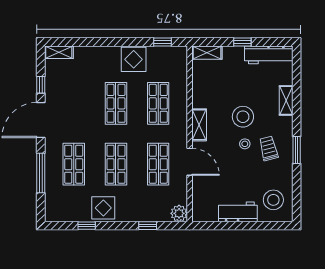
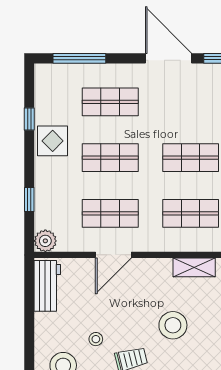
shelving: (199, 125) -> (194, 267), moved
stool: (245, 144) -> (96, 339), moved
window: (41, 173) -> (79, 58), moved
workbench: (238, 212) -> (47, 286), moved

